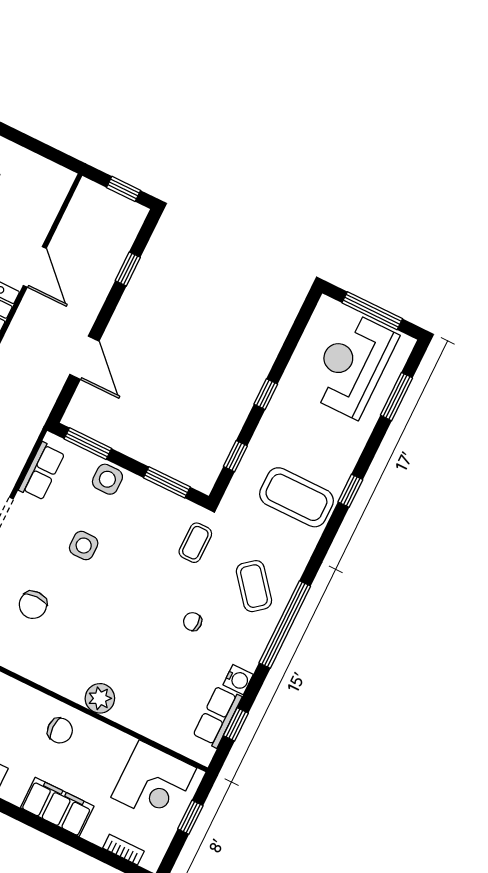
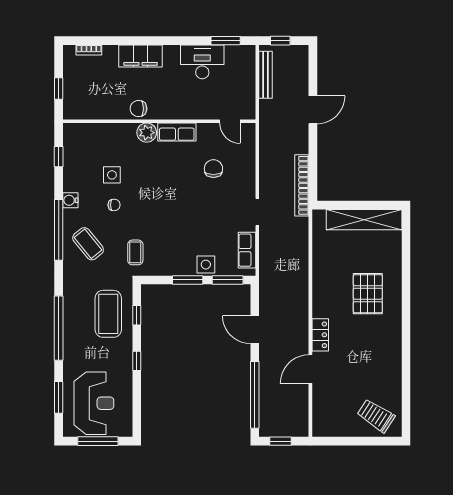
door: (35, 267) -> (310, 369), hinge flipped
window: (128, 269) -> (255, 395), width x3.17
window: (167, 482) -> (188, 280), moved
window: (350, 491) -> (59, 328), width x3.17
coffee table: (296, 497) -> (108, 314), moved, turned 90
side table: (84, 546) -> (112, 175), moved
water cooler: (238, 680) -> (70, 200), moved
row of seats: (217, 717) -> (177, 132), moved, turned 90
chair: (60, 731) -> (138, 109), moved
corner desk: (154, 783) -> (90, 98), removed

